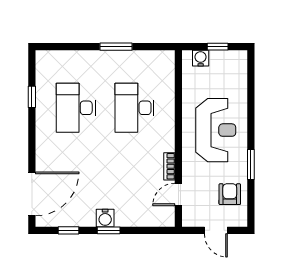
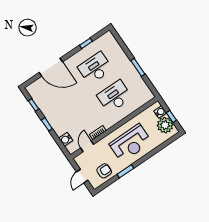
plant: (224, 64) -> (165, 125), added
door: (32, 194) -> (51, 67), moved
door: (178, 194) -> (87, 146), hinge flipped
water cooler: (105, 218) -> (66, 139), moved

